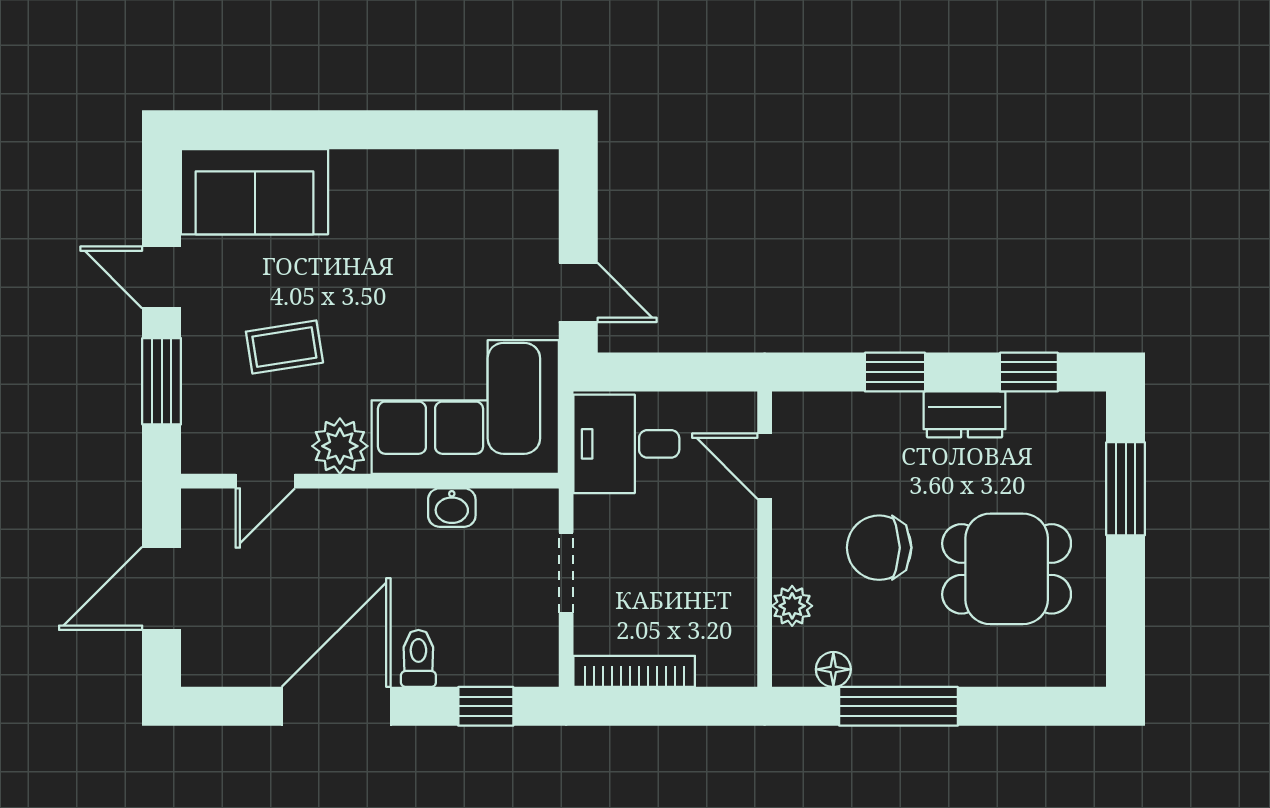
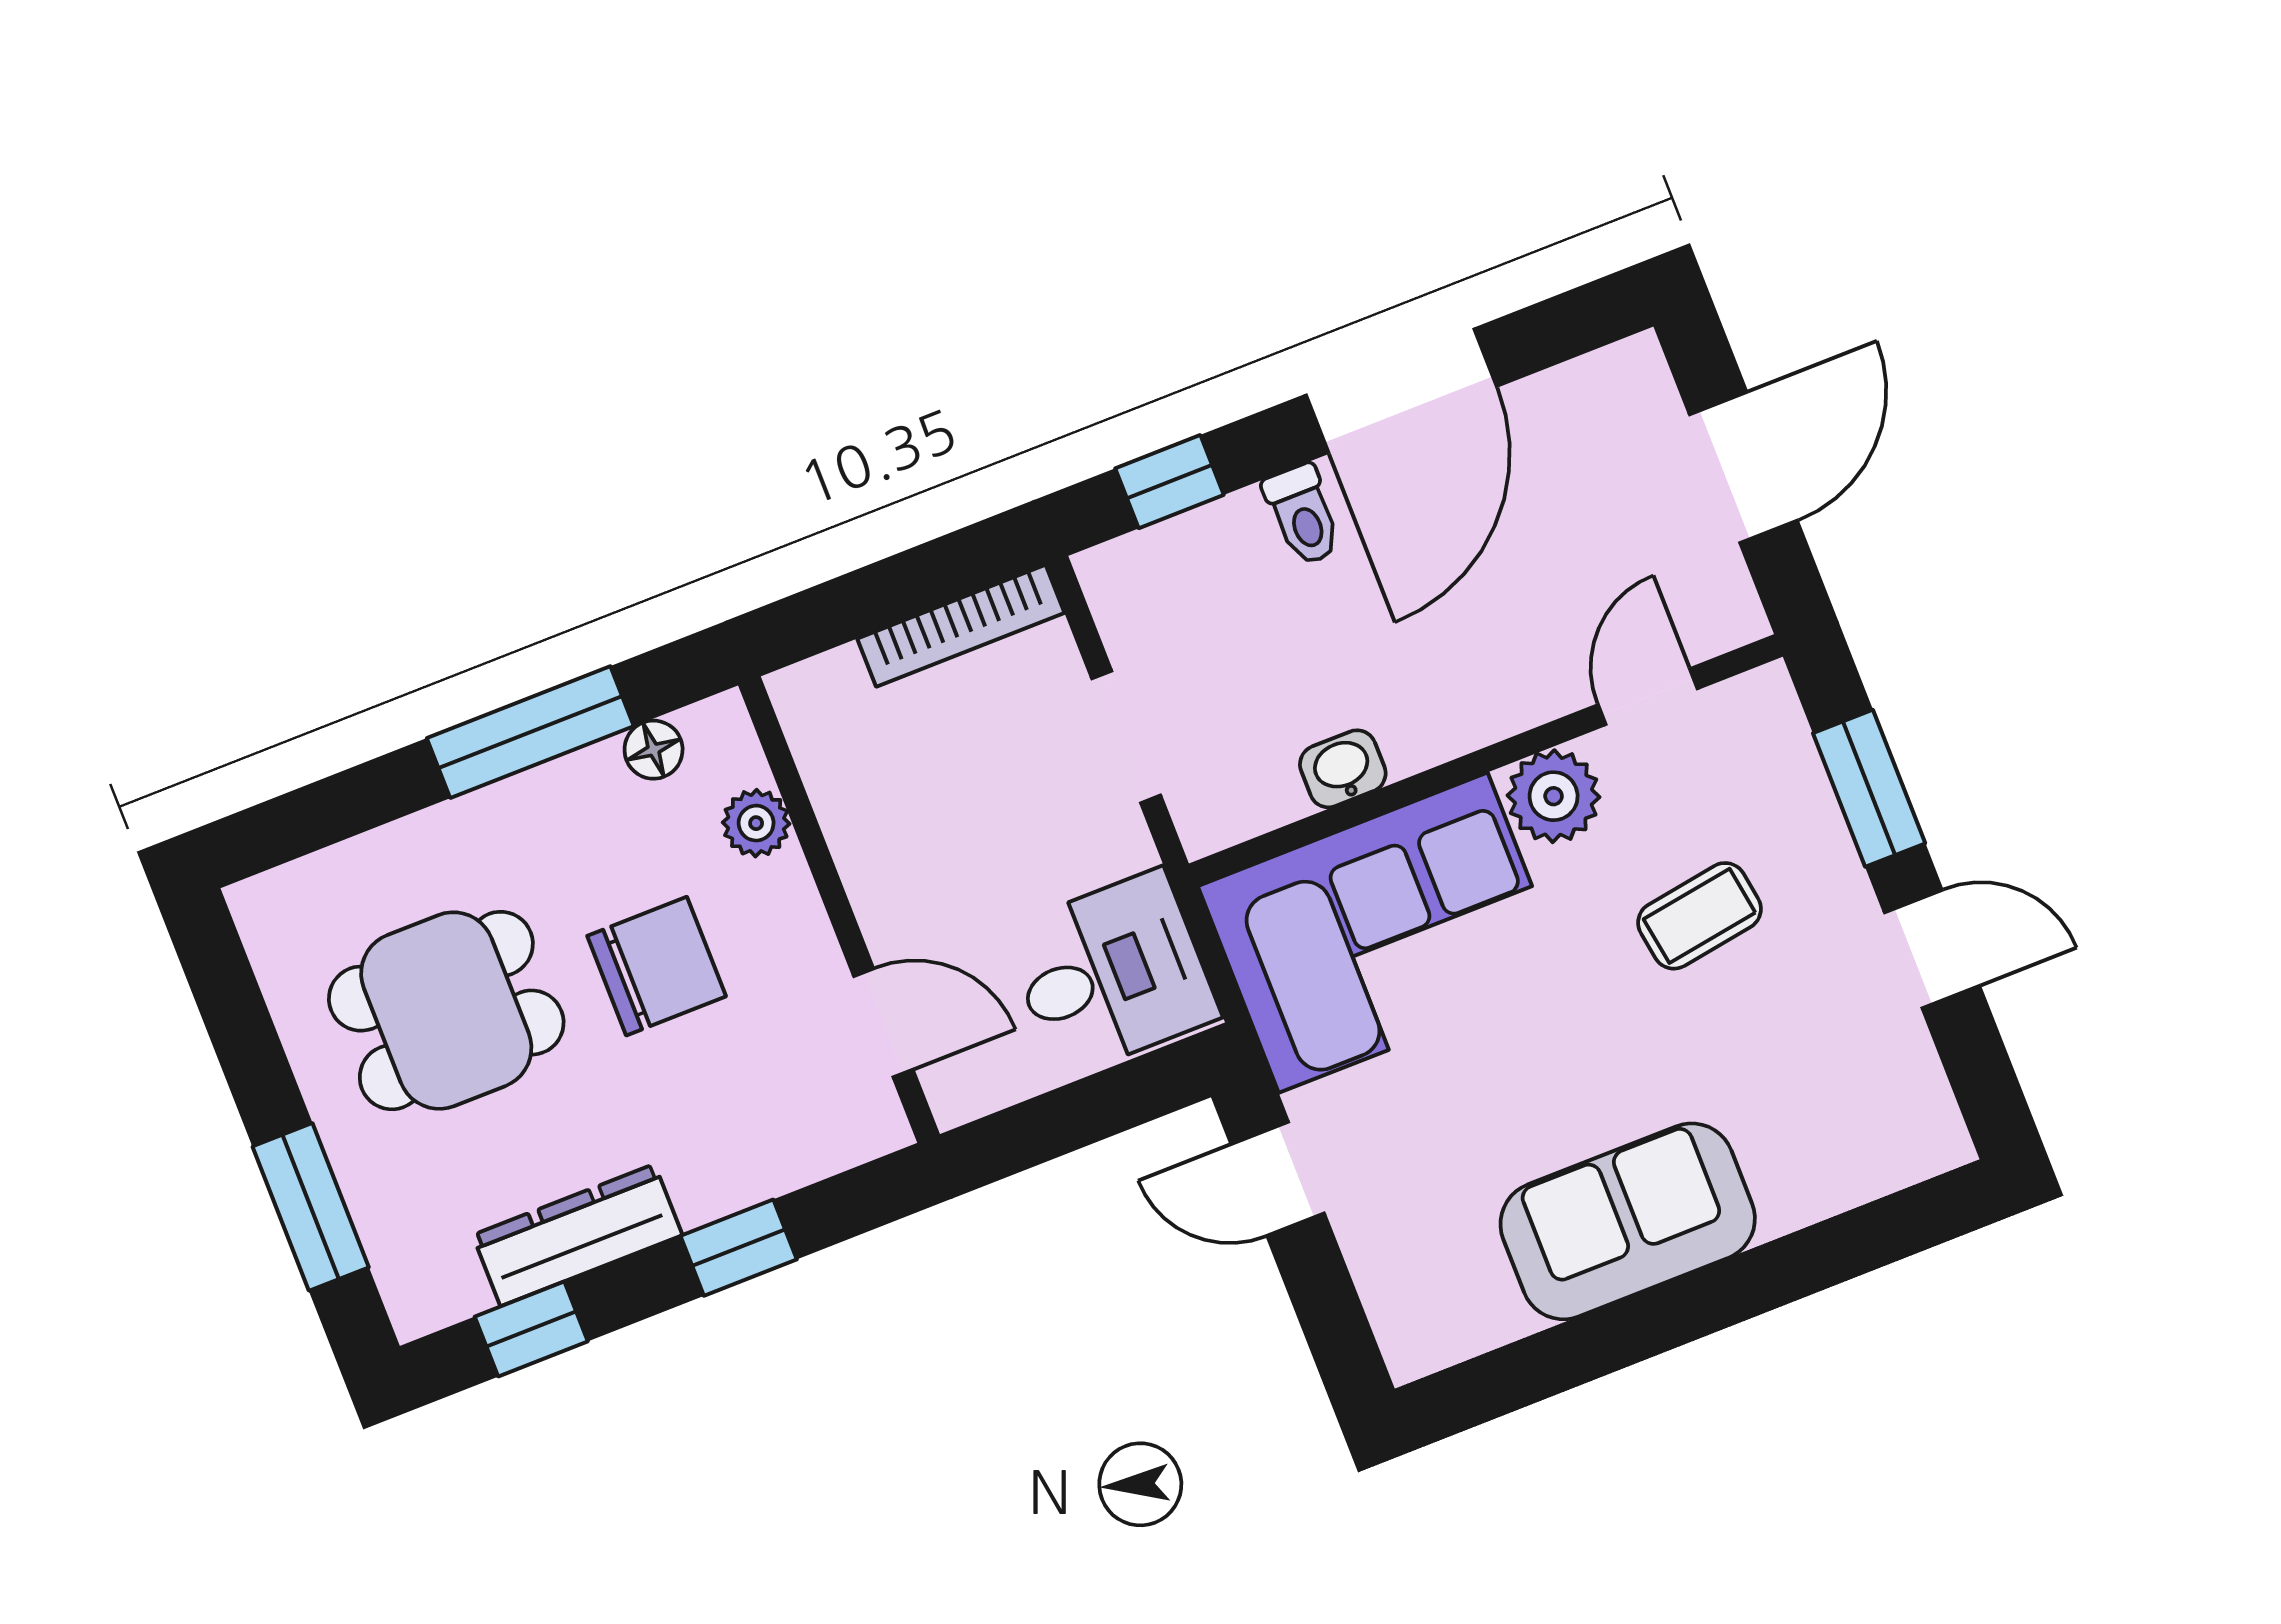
sofa: (255, 192) -> (1628, 1221), moved
dresser: (965, 414) -> (577, 1235), width x1.44

